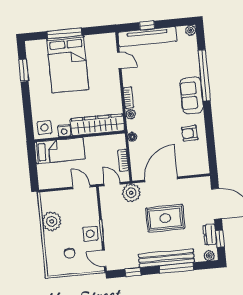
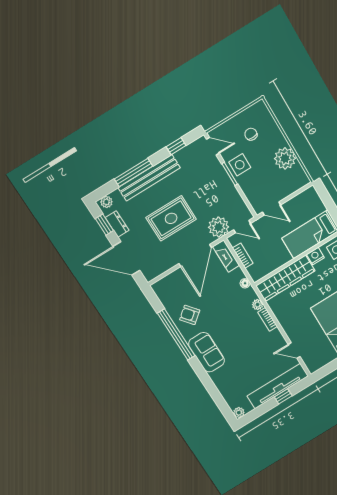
window: (204, 75) -> (176, 335), moved
armchair: (190, 133) -> (190, 315), turned -126
fireplace: (137, 167) -> (226, 256), added

